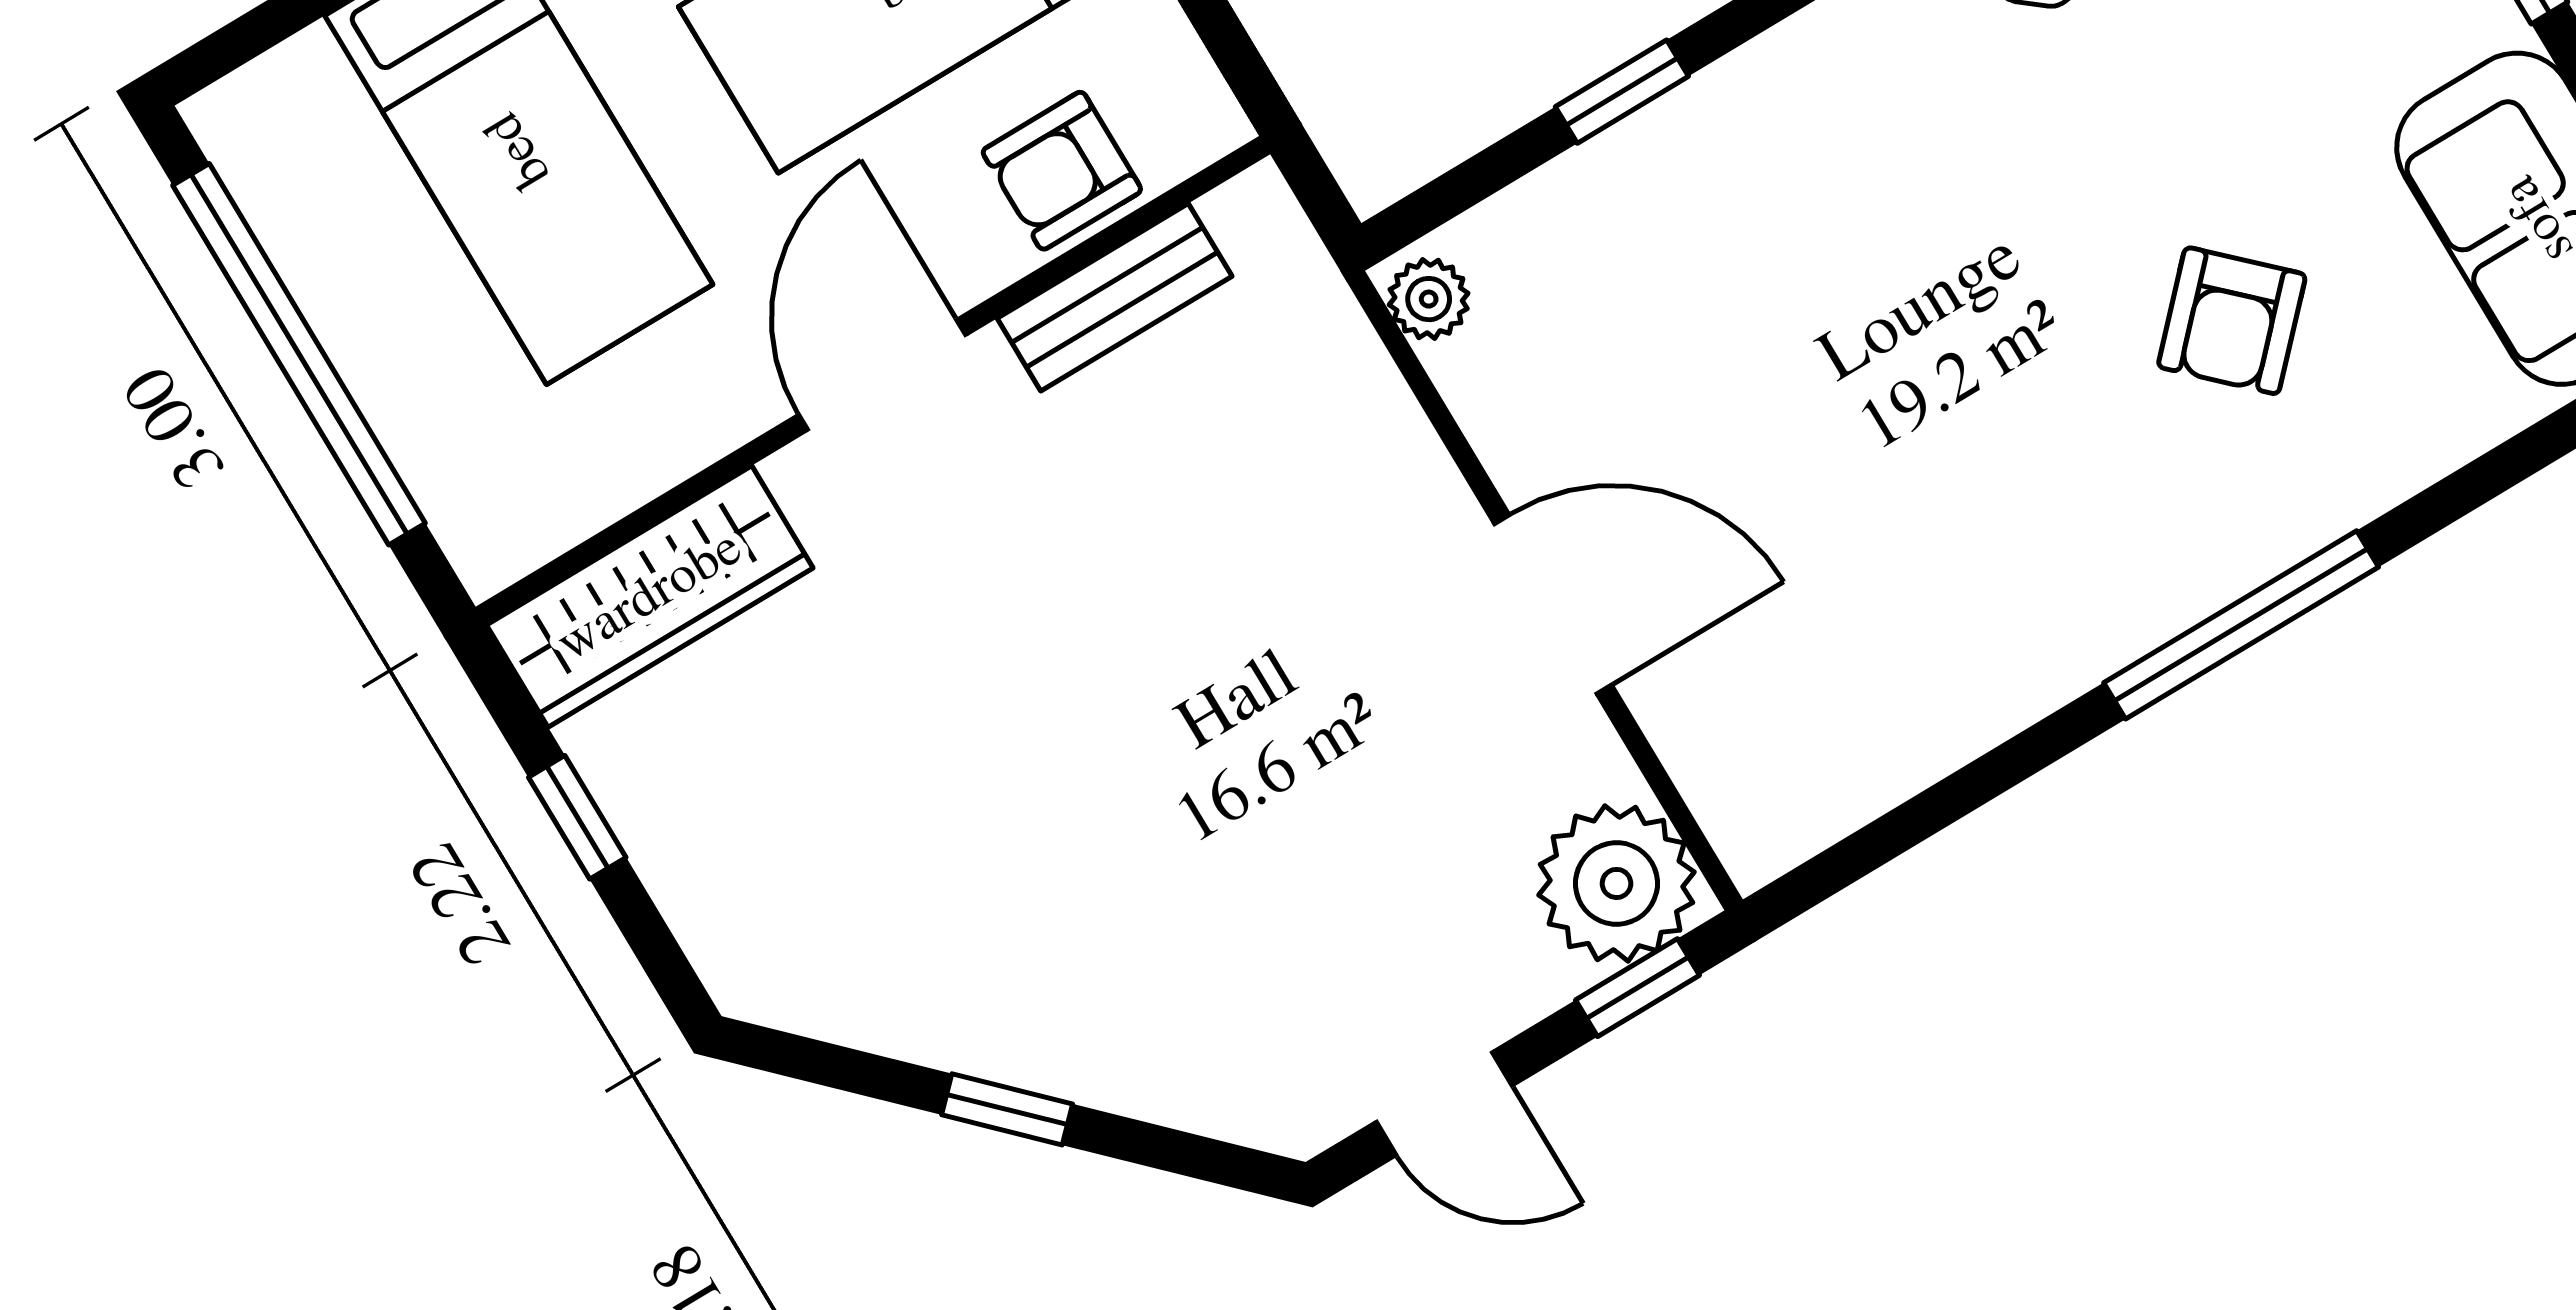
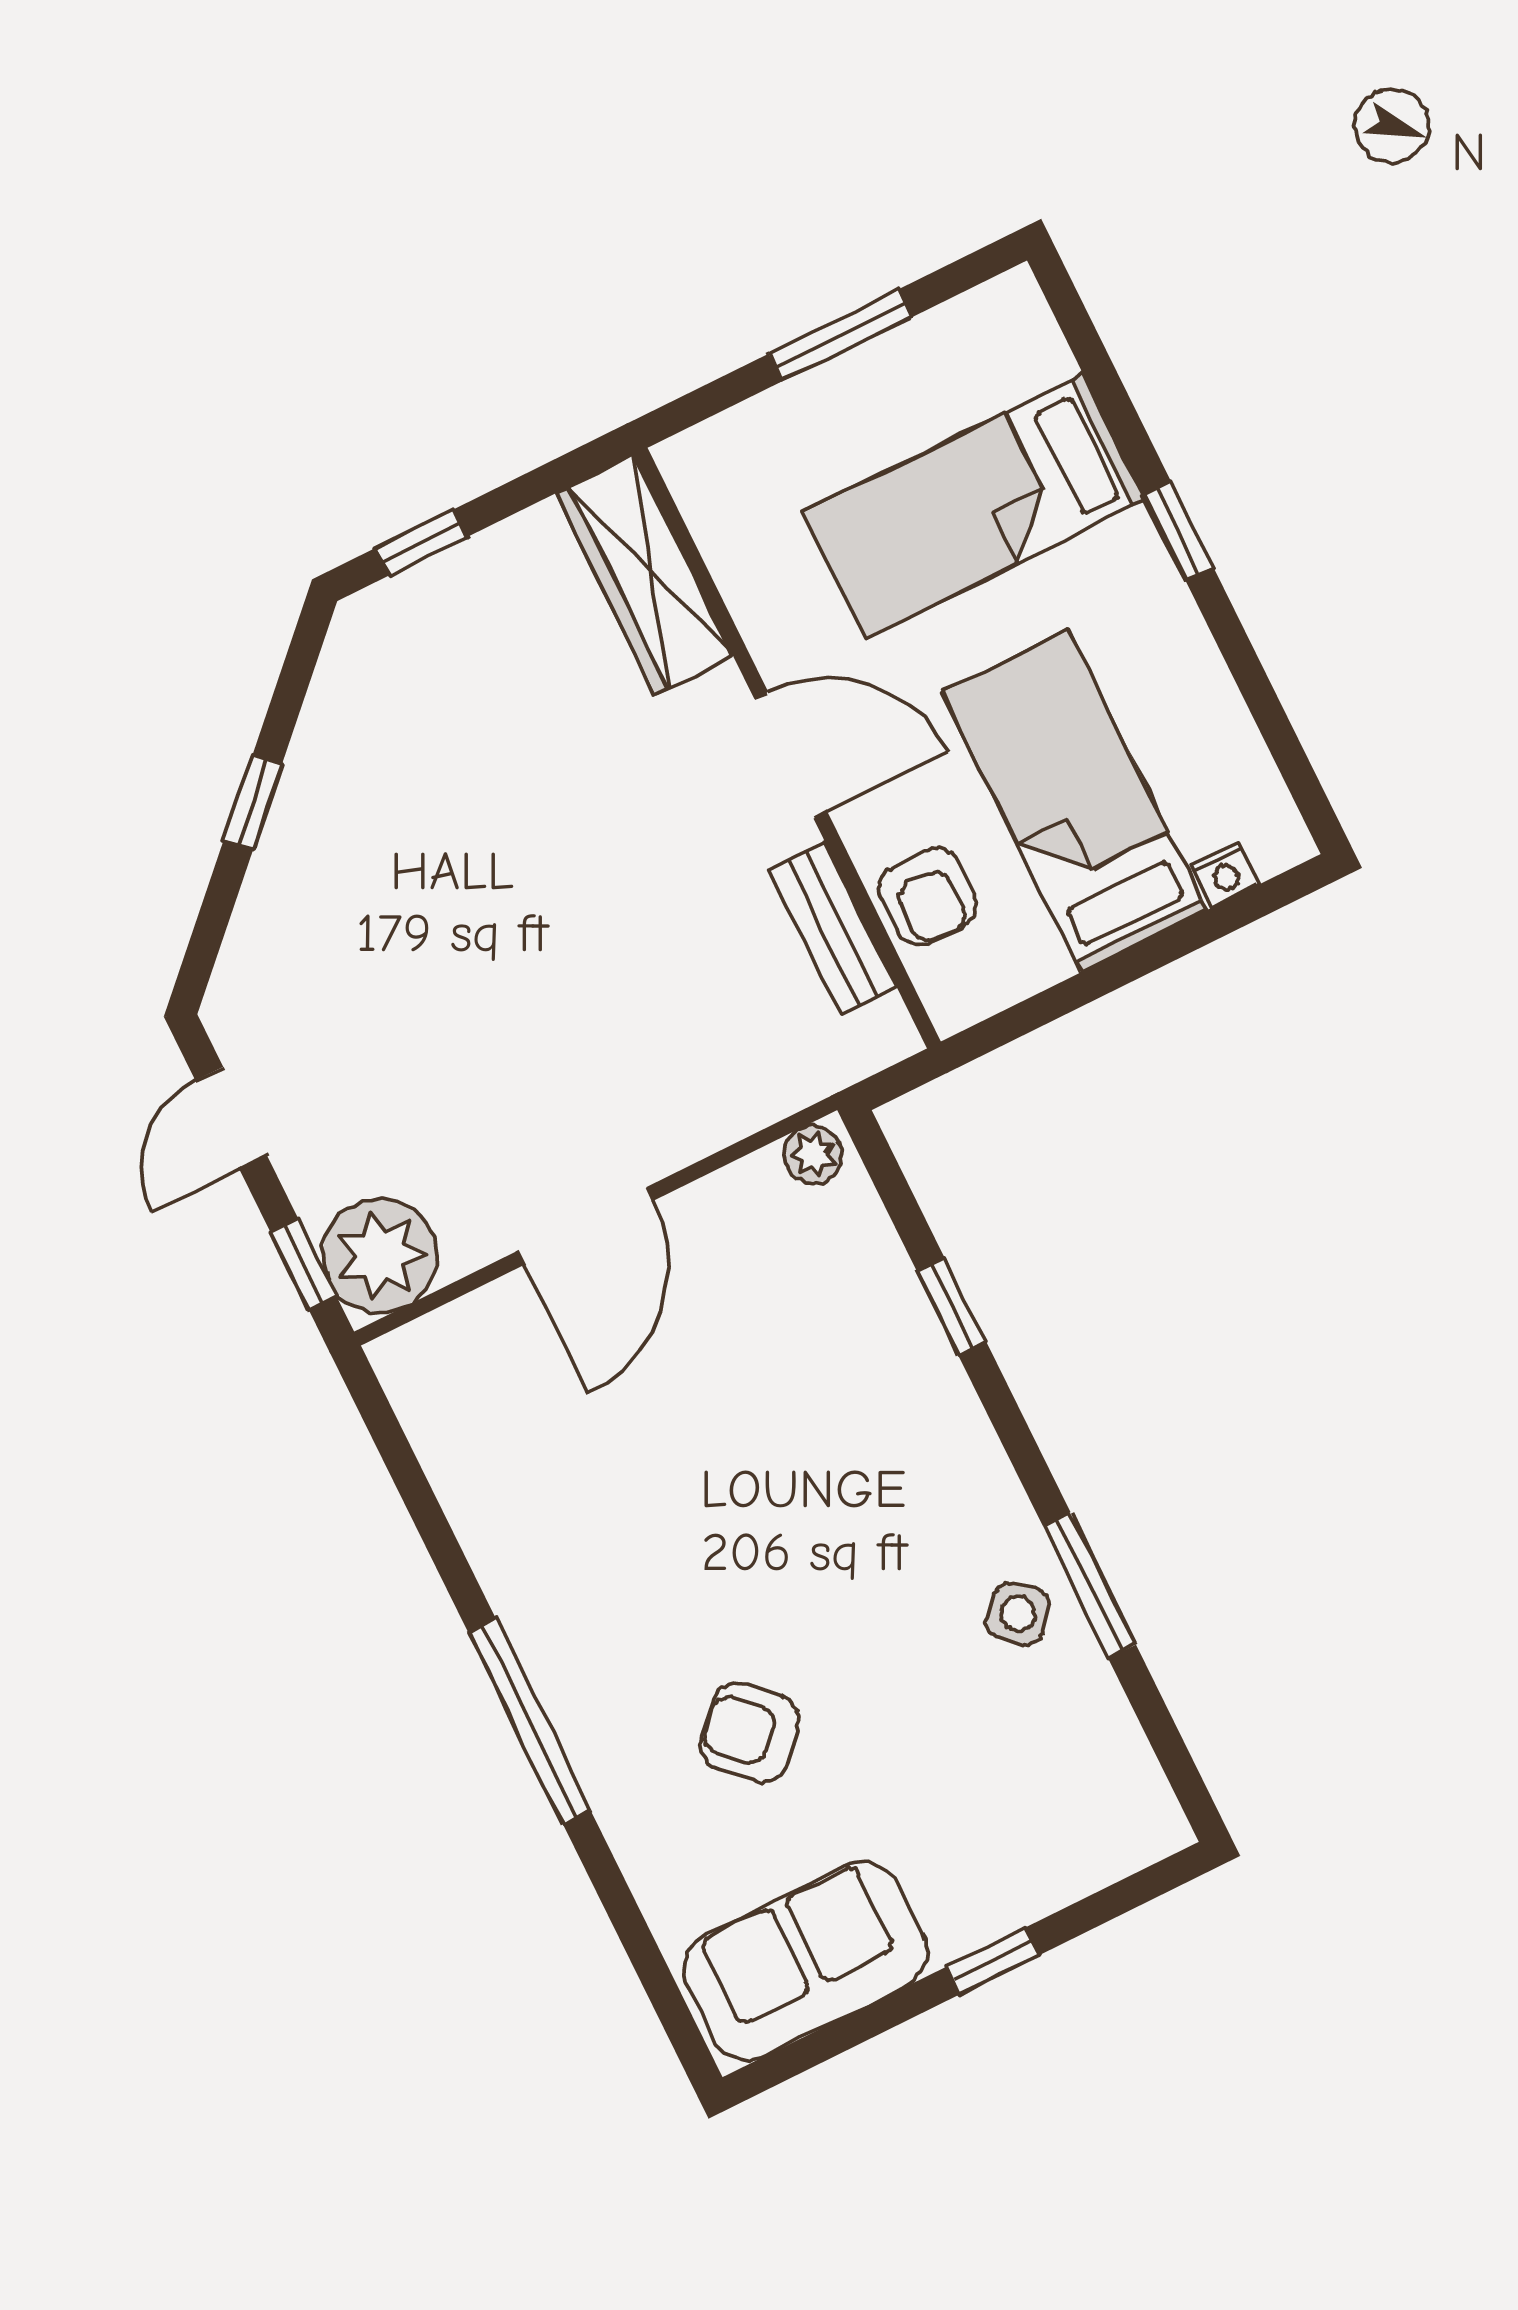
armchair: (1062, 171) -> (927, 897), turned 180
window: (299, 354) -> (840, 335), width x0.47
window: (577, 817) -> (421, 542), moved

